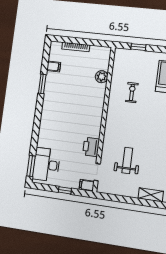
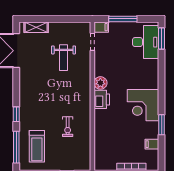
plant: (102, 77) -> (100, 83), moved
corner desk: (57, 104) -> (143, 105), added
printer: (91, 147) -> (102, 99), moved
window: (65, 190) -> (123, 19), width x2.17

